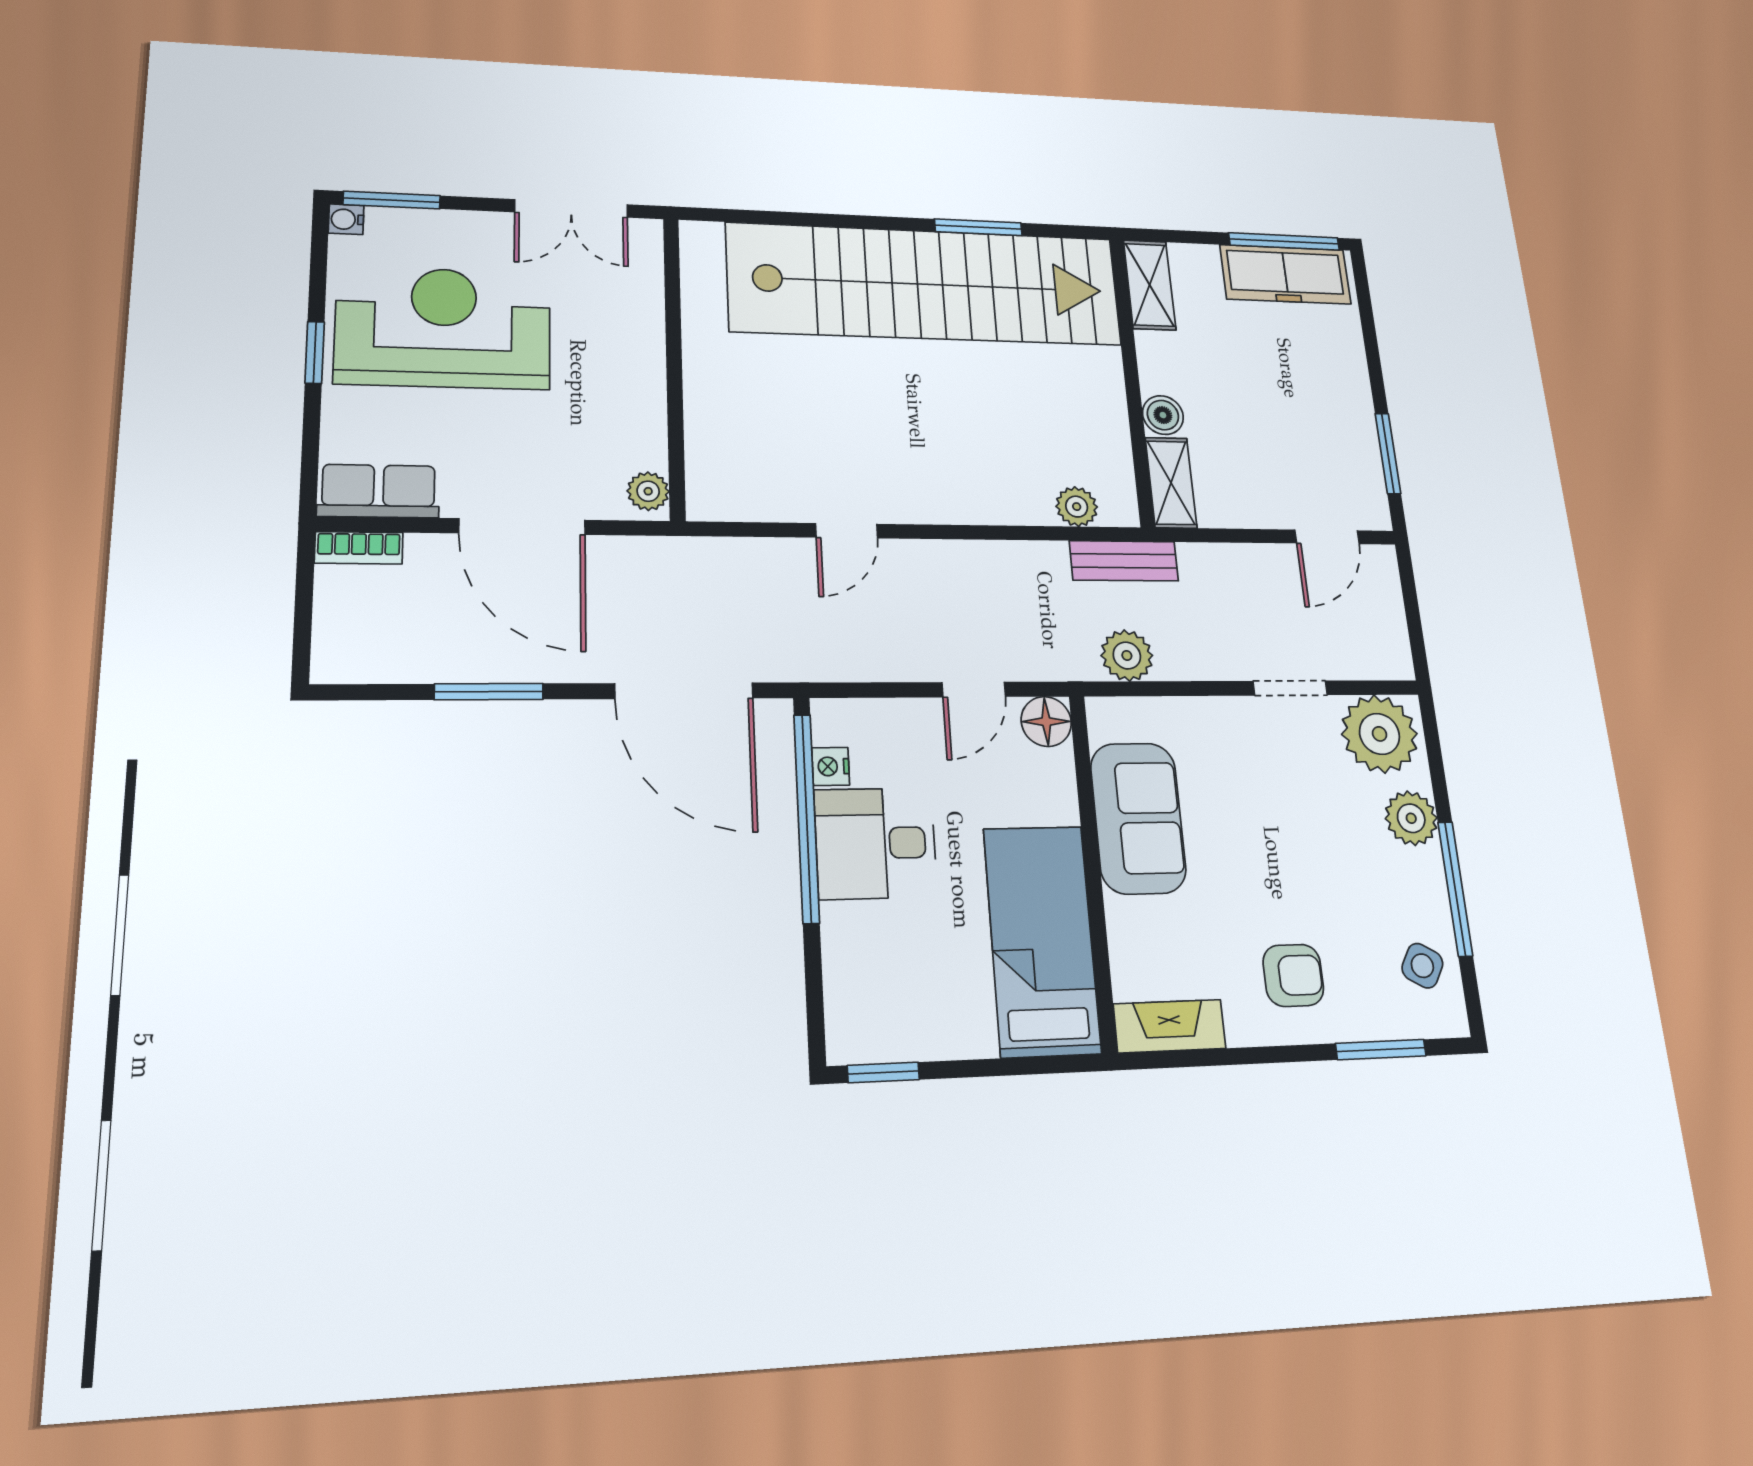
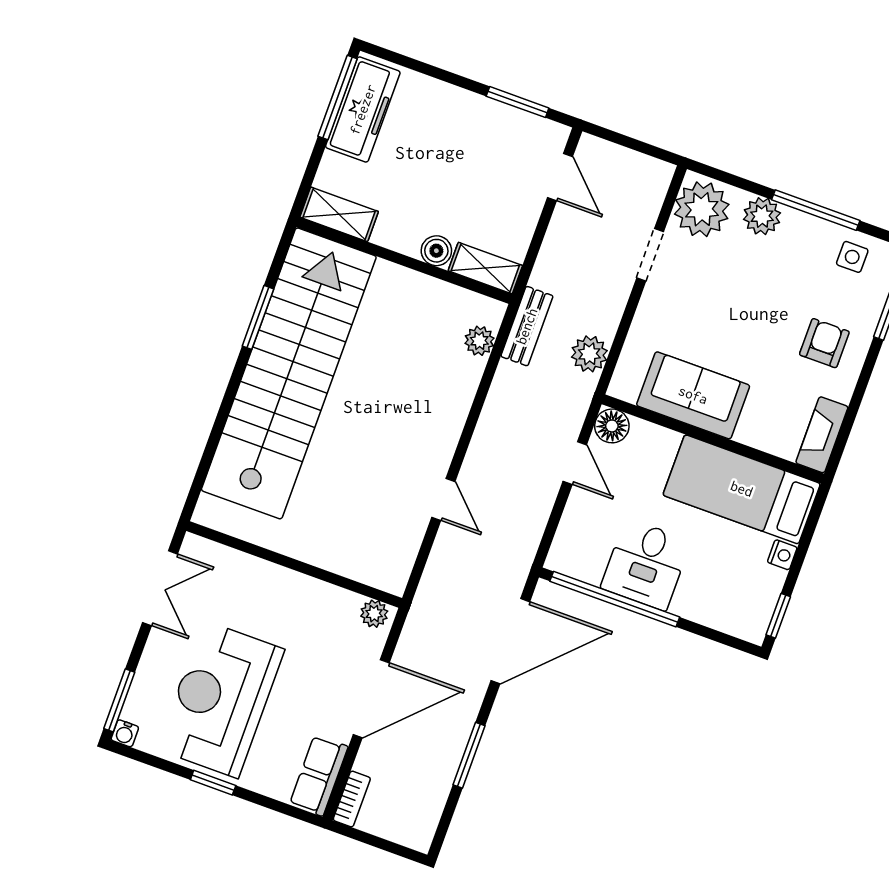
nightstand: (831, 766) -> (782, 555), moved, turned -90
side table: (1422, 966) -> (852, 257), turned -30

